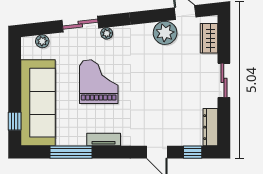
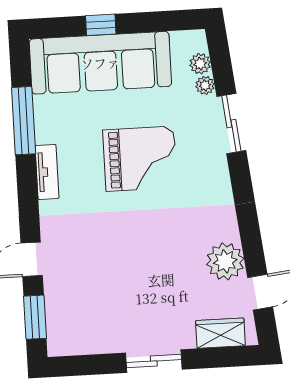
plant: (107, 33) -> (205, 85), moved
window: (15, 121) -> (101, 25), moved
dresser: (210, 127) -> (77, 344), removed
window: (193, 152) -> (35, 317), width x1.50

